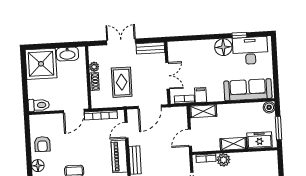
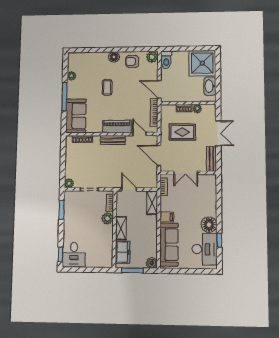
filing cabinet: (201, 95) -> (167, 217), moved
plant: (36, 121) -> (152, 57), added

